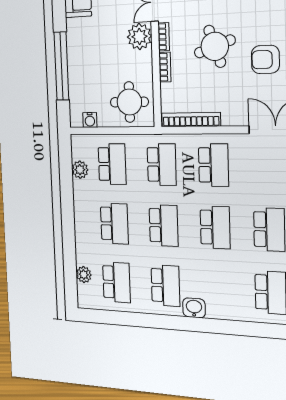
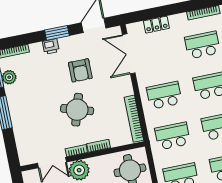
round table: (215, 46) -> (77, 110), turned 36

